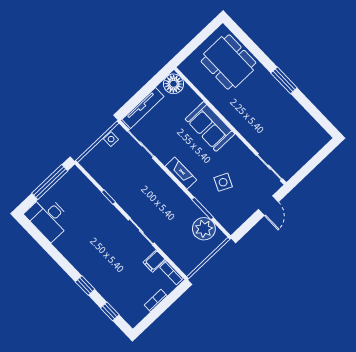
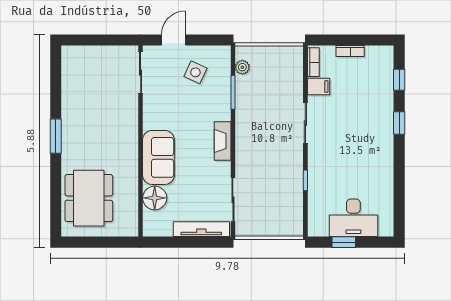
floor lamp: (174, 84) -> (155, 198), moved
side table: (111, 139) -> (255, 229), removed
window: (50, 182) -> (344, 242), width x0.46
side table: (223, 182) -> (195, 72), moved
desk: (48, 218) -> (353, 218), moved, turned 90
plant: (204, 229) -> (242, 67), width x0.53, depth x0.53

